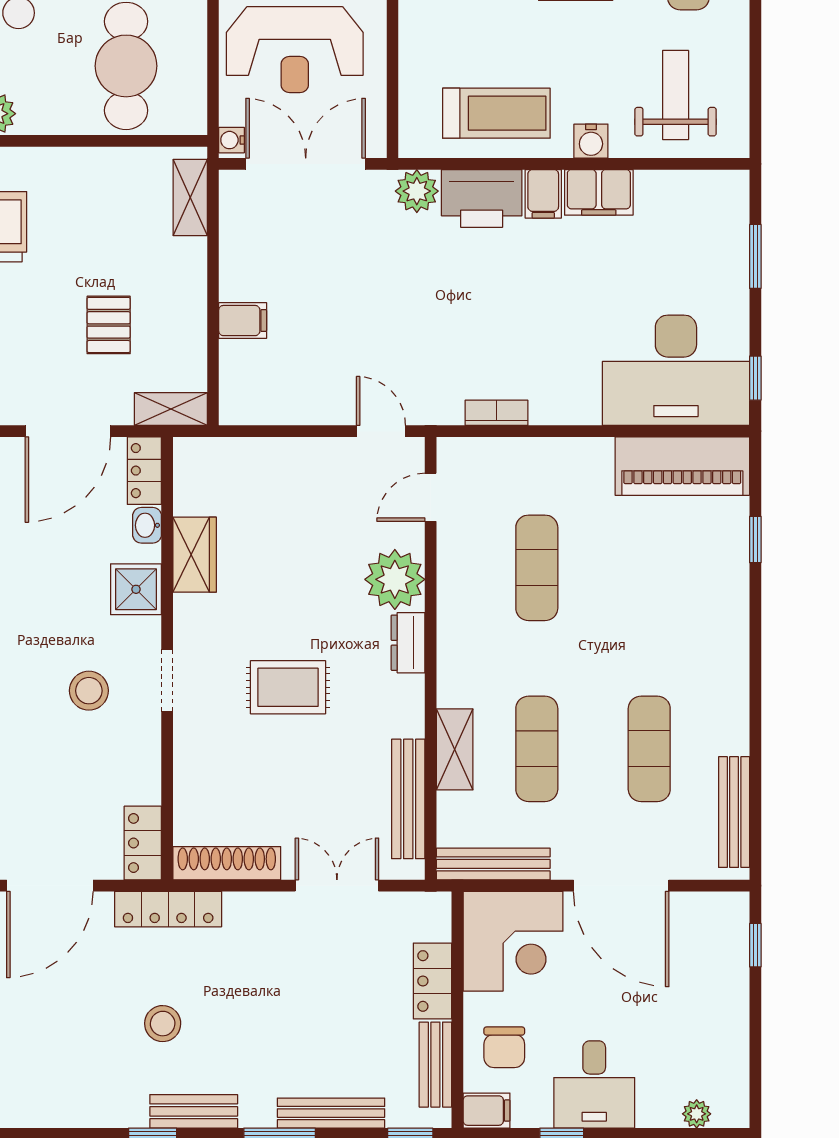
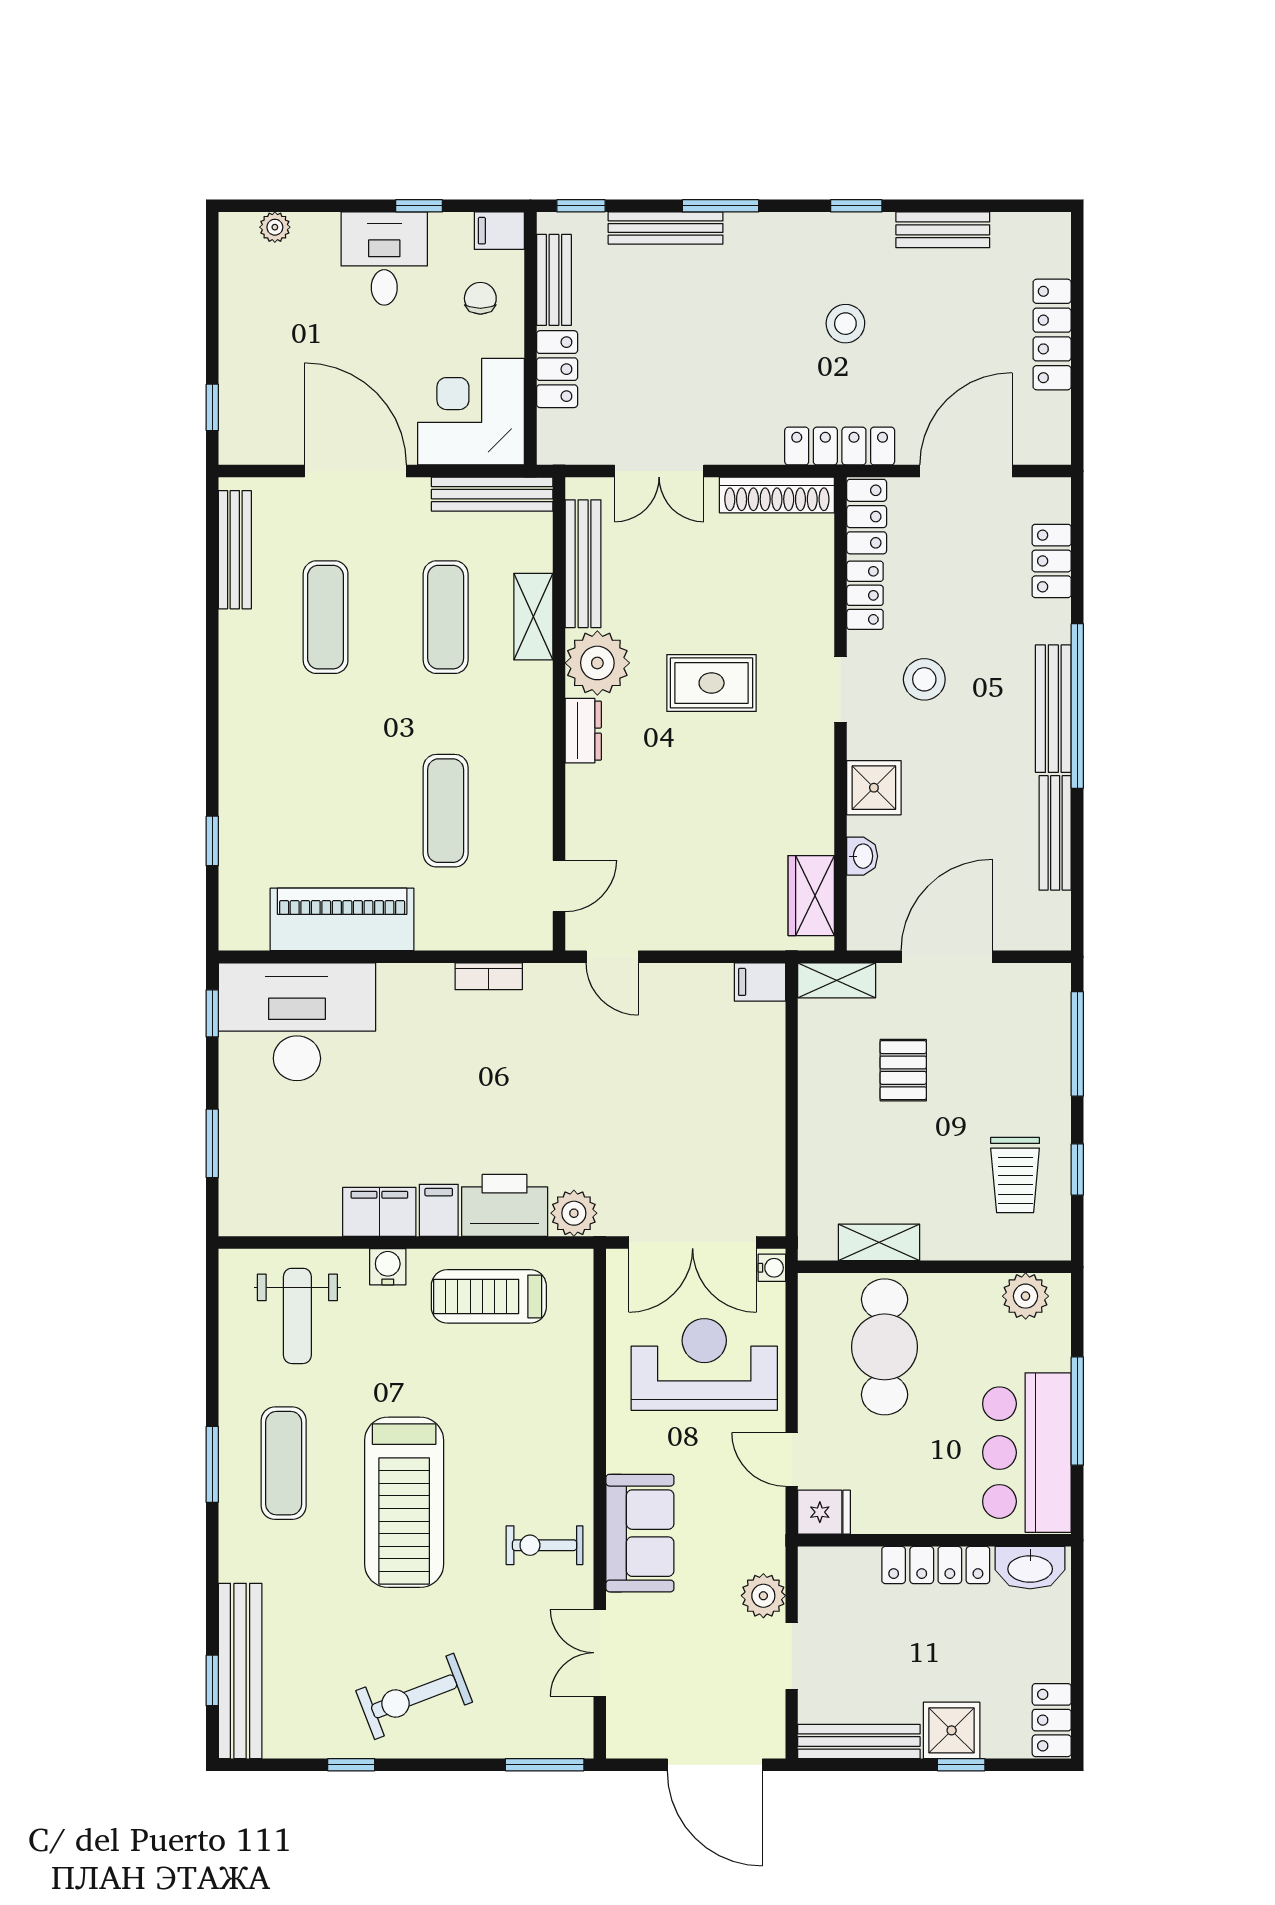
shelving: (190, 198) -> (879, 1242), moved, turned 90
filing cabinet: (243, 321) -> (760, 982), moved
piano: (682, 466) -> (342, 919), moved
locker: (144, 471) -> (865, 595), moved
wardrobe: (195, 555) -> (811, 896), moved
plant: (395, 579) -> (597, 663), moved
chair: (504, 1047) -> (480, 298), width x0.73, depth x0.73
bench: (194, 1111) -> (943, 230), moved

